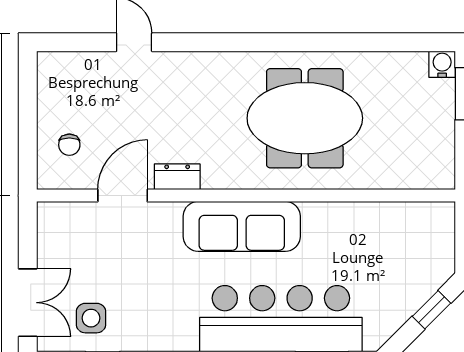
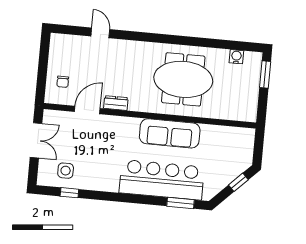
water cooler: (442, 64) -> (236, 57), moved
sofa: (242, 226) -> (170, 133), moved
double door: (28, 303) -> (36, 140), moved

